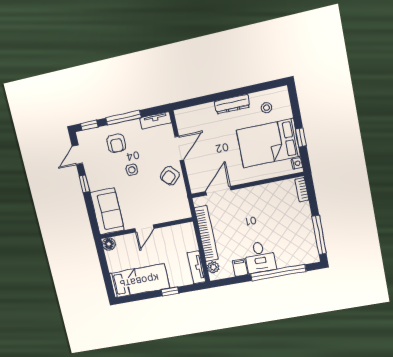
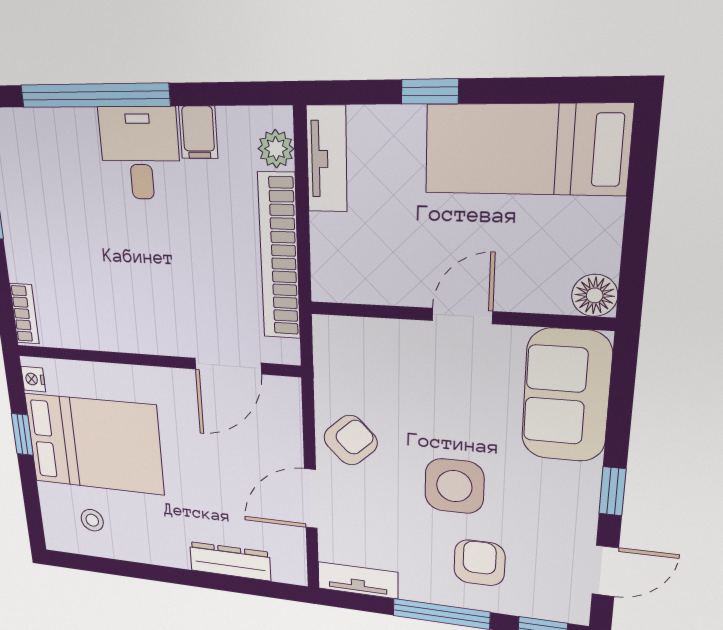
dresser: (232, 104) -> (230, 561), moved
side table: (132, 170) -> (454, 486), width x1.87, depth x1.87

